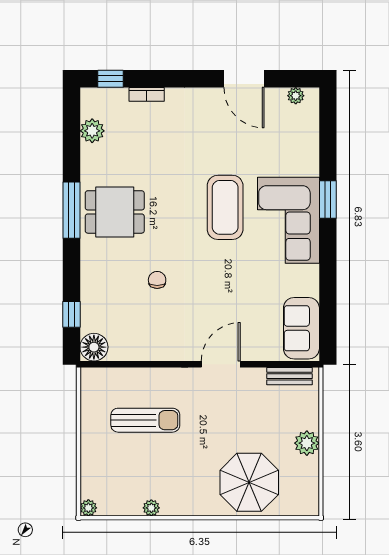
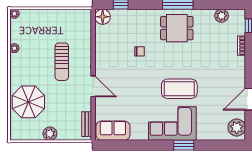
plant: (296, 96) -> (237, 128), width x1.87, depth x1.87
dining table: (115, 212) -> (177, 28), turned 90
sun lounger: (145, 420) -> (62, 62), moved

